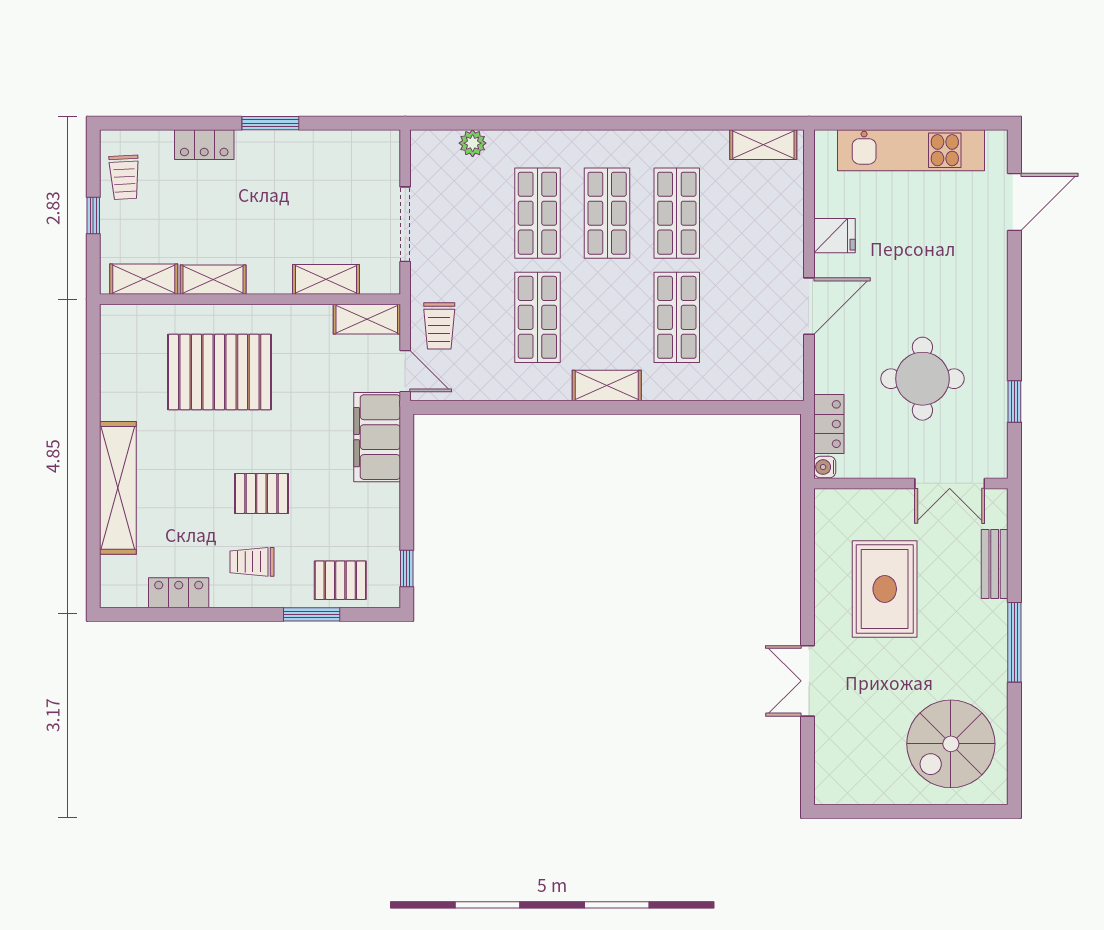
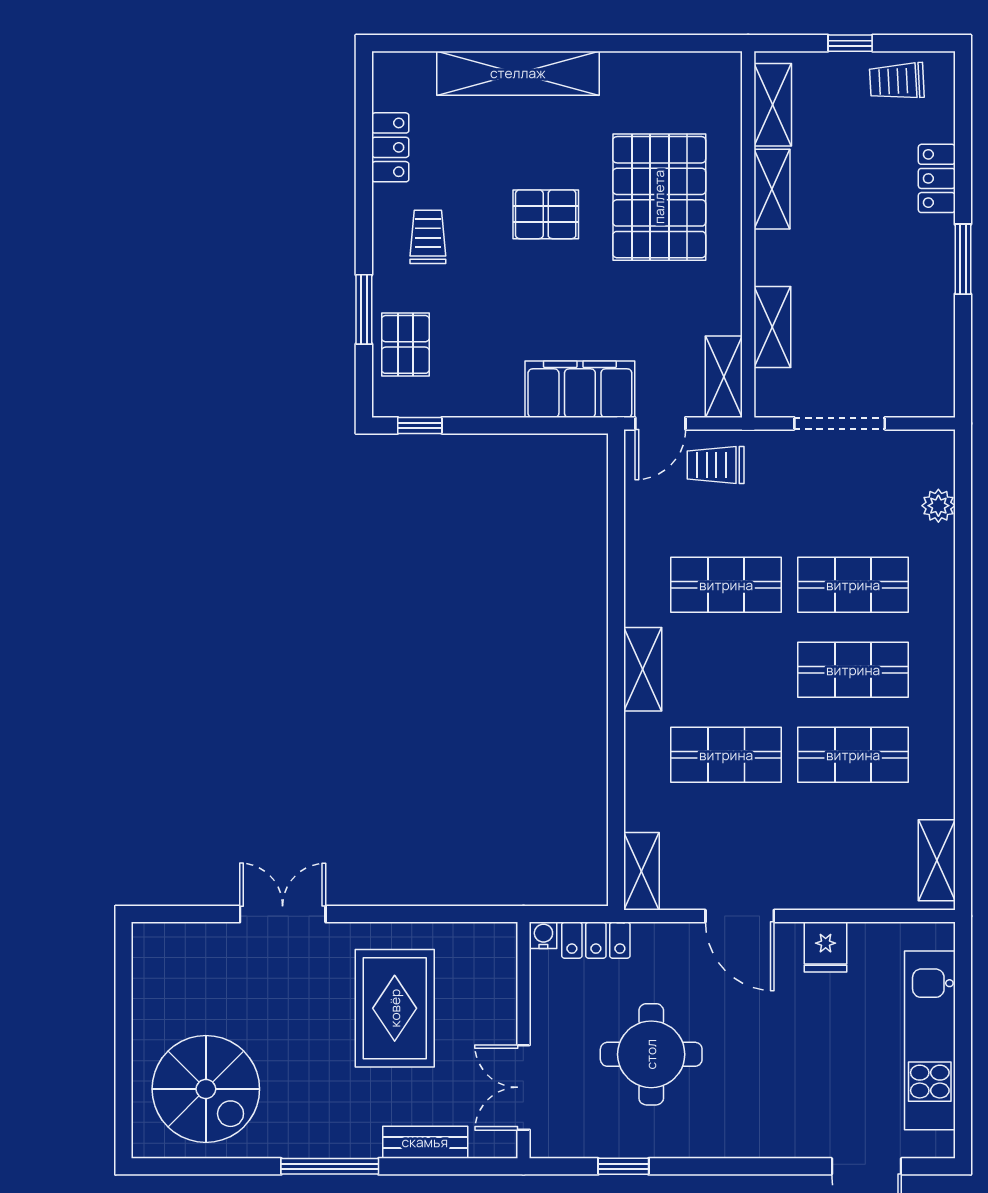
shelving: (772, 387) -> (641, 871), added
pallet: (261, 493) -> (546, 214), moved, turned 90
rug: (885, 589) -> (395, 1008), turned 90
spiral stairs: (951, 744) -> (206, 1089), turned 180

